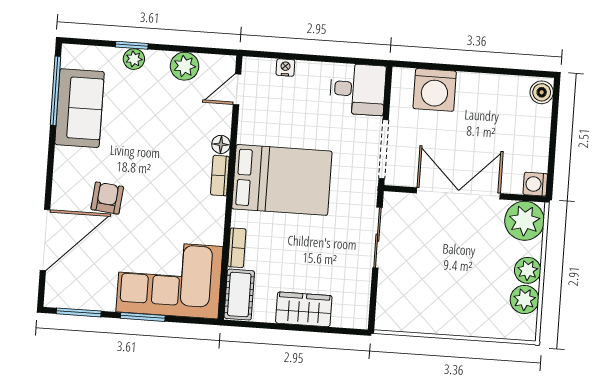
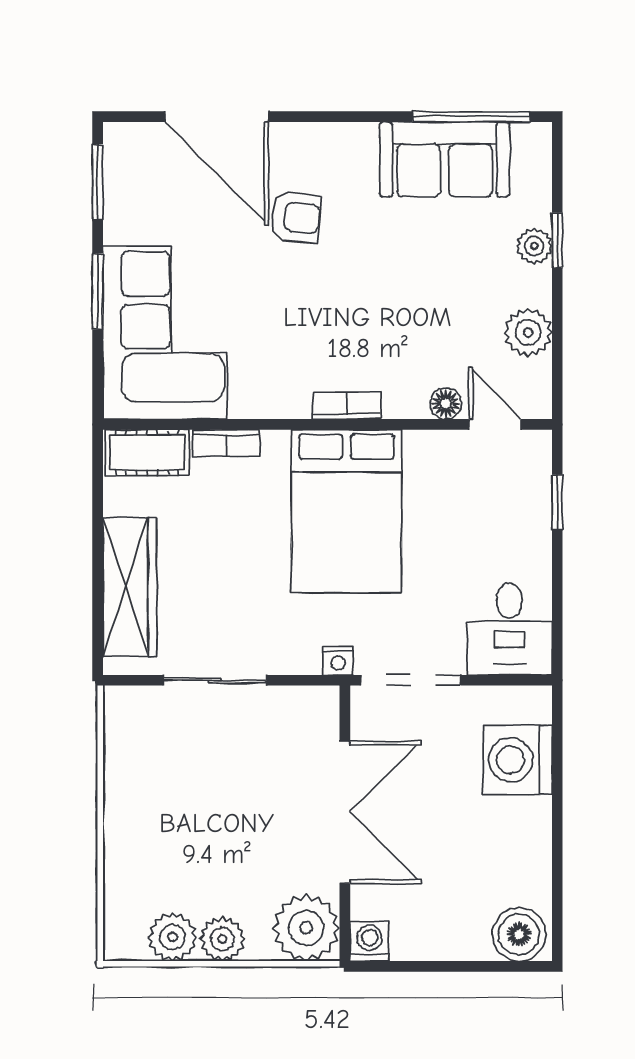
window: (285, 56) -> (557, 502), added
nightstand: (285, 67) -> (338, 661), moved, turned 90
boiler: (542, 92) -> (519, 934), width x1.36, depth x1.36
floor lamp: (221, 144) -> (446, 404), moved
sliding door: (377, 238) -> (215, 680), moved
wardrobe: (304, 309) -> (130, 587), width x1.50

